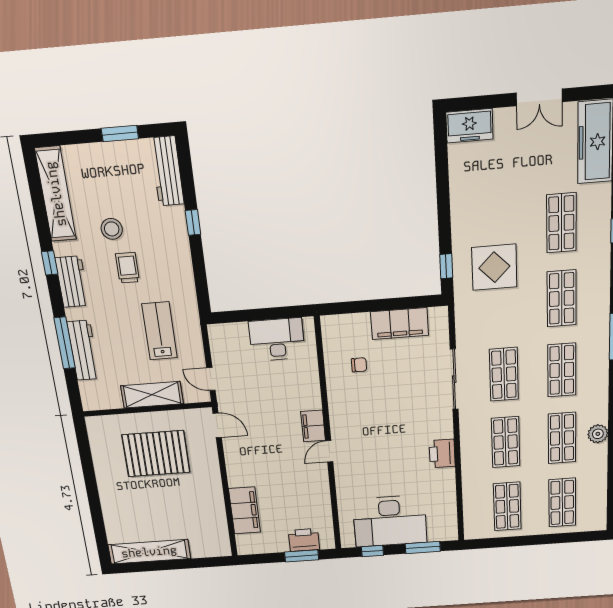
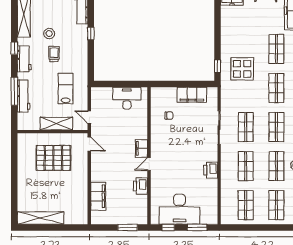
printer: (304, 540) -> (140, 186), moved, turned -90

